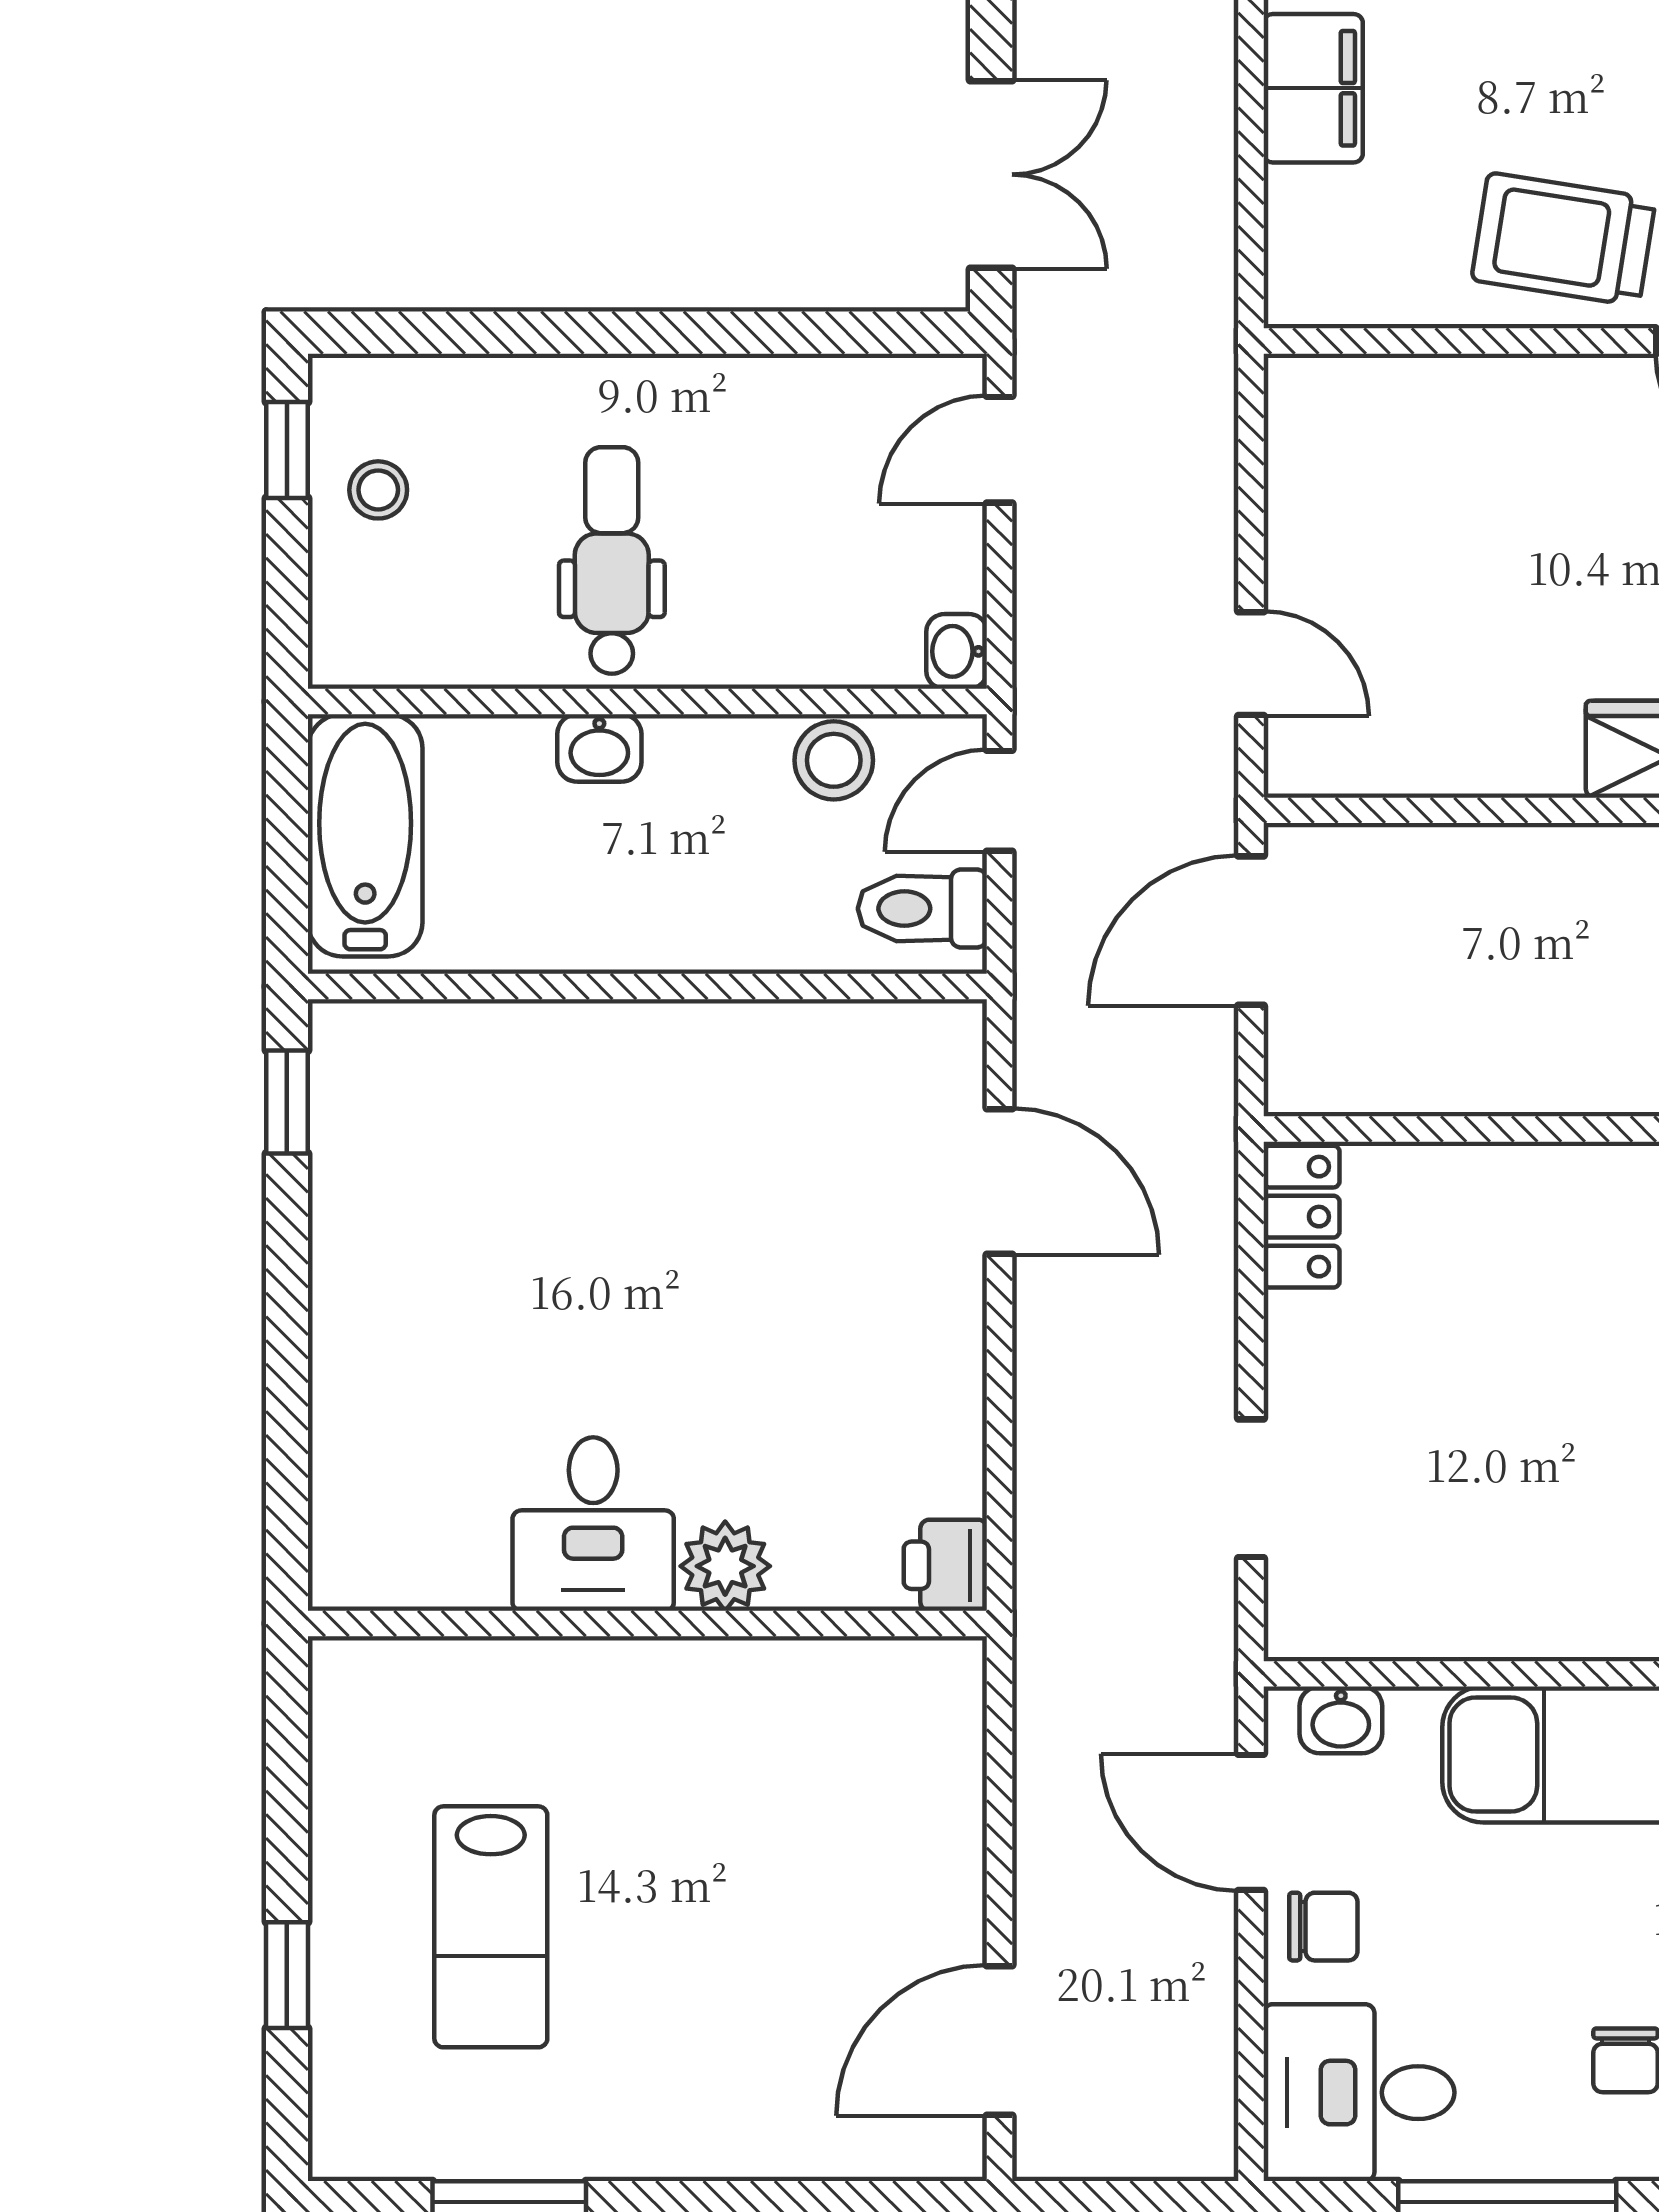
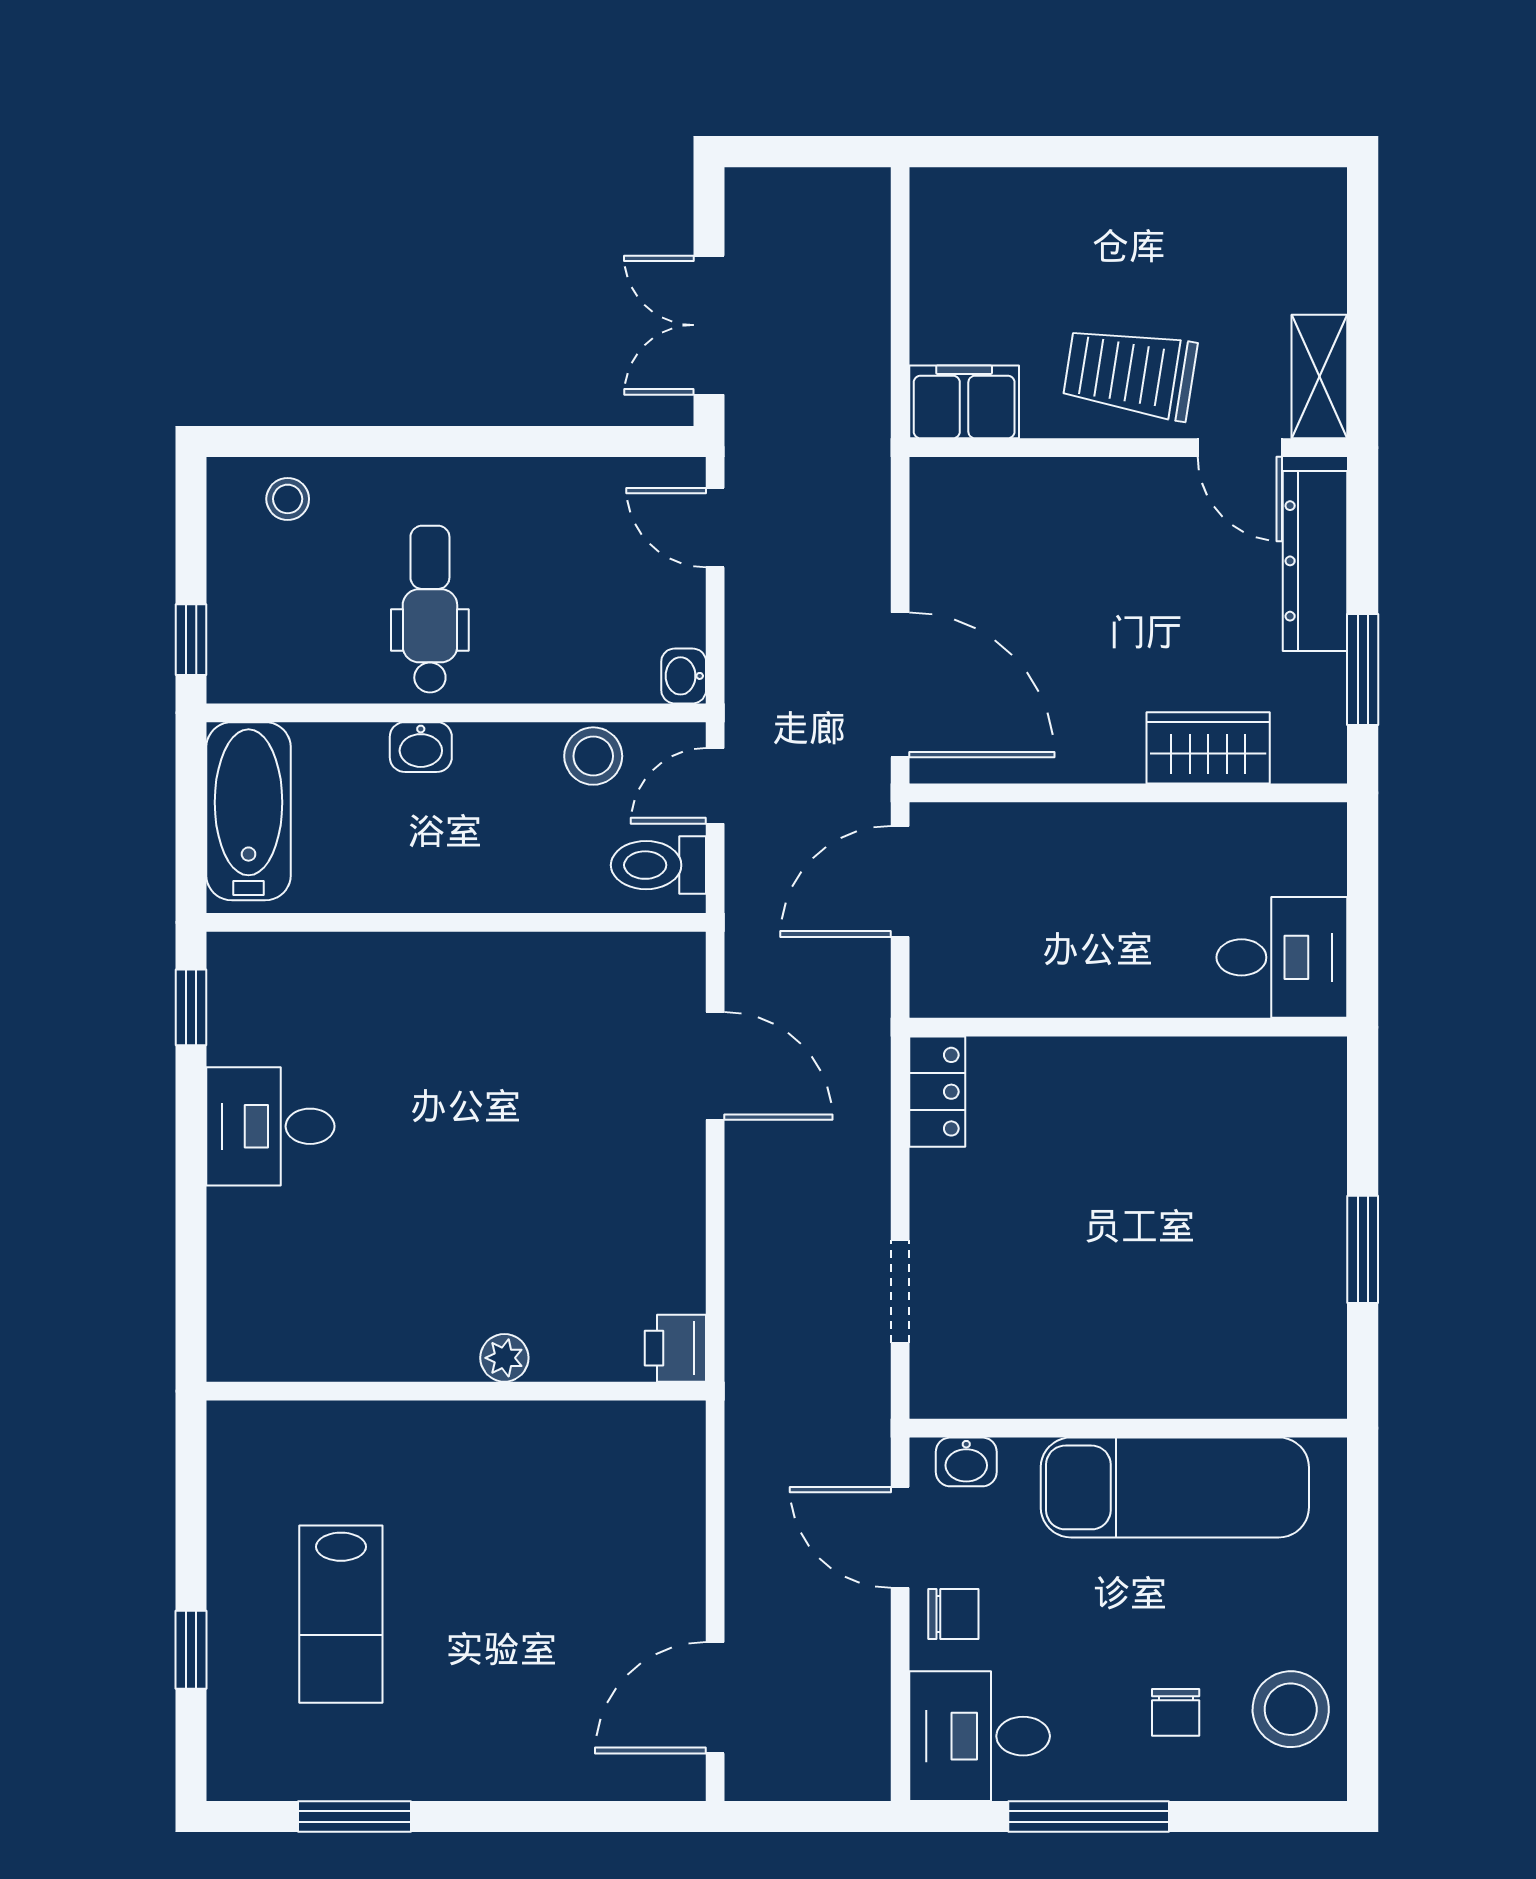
filing cabinet: (1313, 88) -> (964, 402), moved, turned -90
double door: (991, 174) -> (709, 325), swing flipped
window: (287, 450) -> (191, 640), moved
door: (1000, 450) -> (715, 528), hinge flipped
stool: (378, 490) -> (288, 499), moved
door: (1251, 664) -> (900, 685), width x1.88
desk: (593, 1524) -> (270, 1126), moved, turned 90
plant: (725, 1566) -> (504, 1358), width x0.73, depth x0.73

